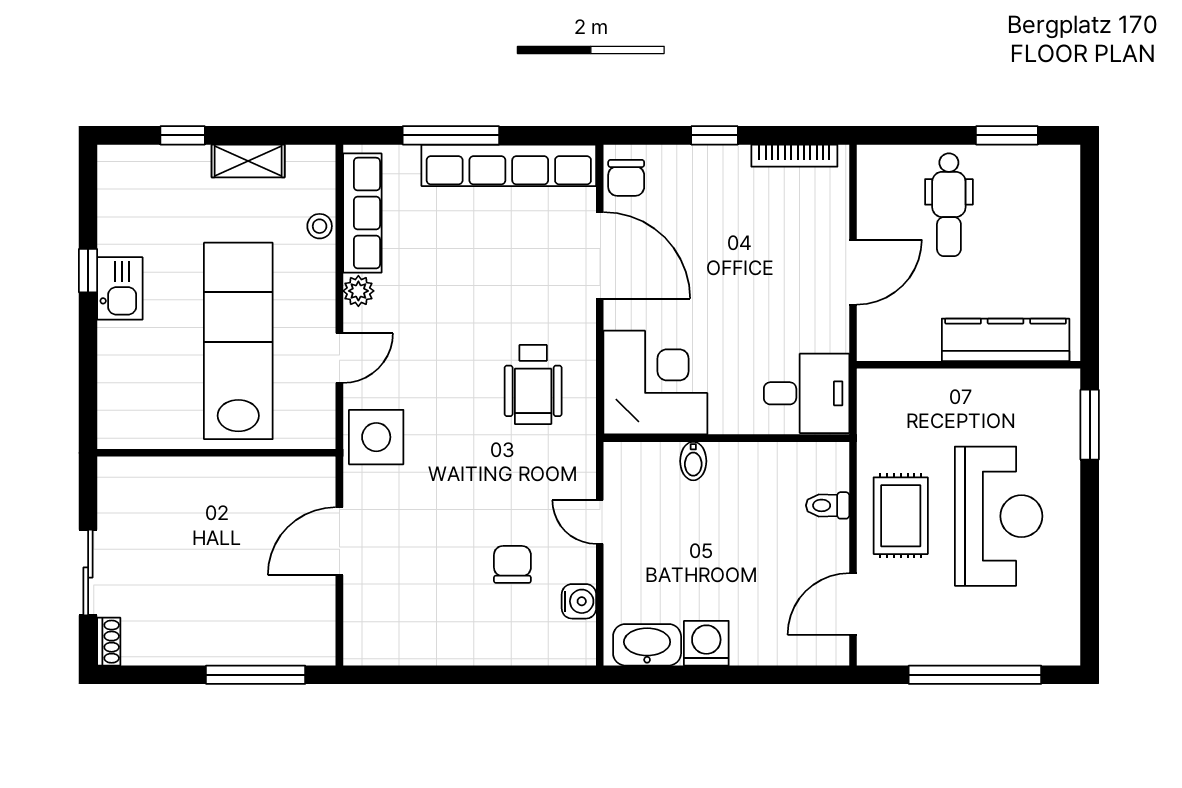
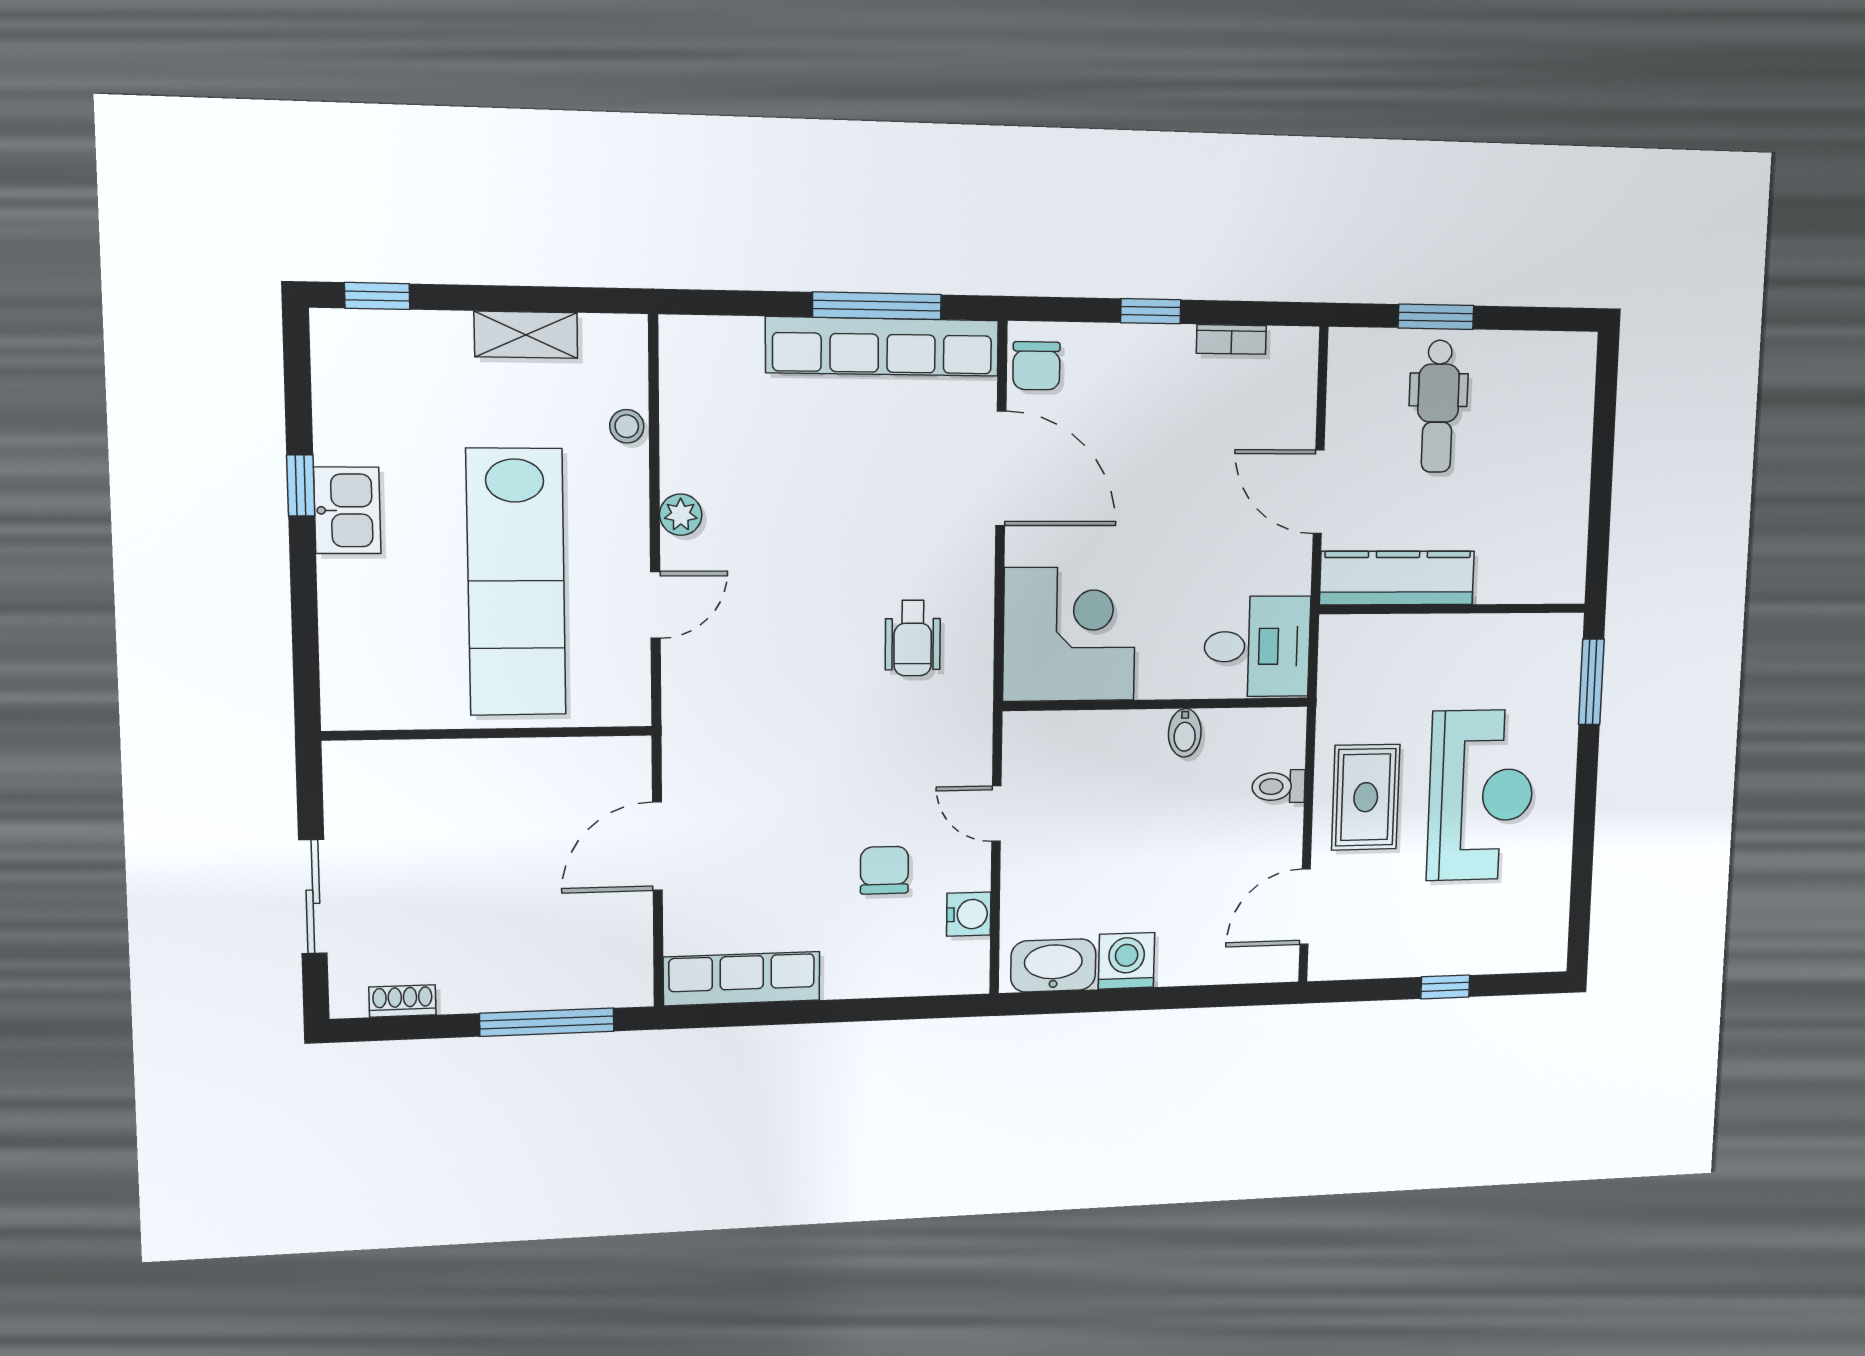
window: (183, 135) -> (377, 296), moved
window: (451, 135) -> (877, 306), moved
window: (1007, 135) -> (1436, 317), moved
bookcase: (794, 156) -> (1231, 339), width x0.64
row of seats: (362, 213) -> (742, 979), moved, turned -90
door: (853, 272) -> (1319, 492), swing flipped
kitchen counter: (1006, 340) -> (1397, 578), moved
lab bench: (238, 341) -> (516, 582), turned 180
wheelchair: (533, 385) -> (913, 638), width x0.73, depth x0.73
side table: (376, 437) -> (706, 709), removed
bidet: (693, 461) -> (1185, 733), moved
shoe rack: (109, 642) -> (402, 1001), moved, turned -90
window: (975, 675) -> (1445, 987), width x0.32

